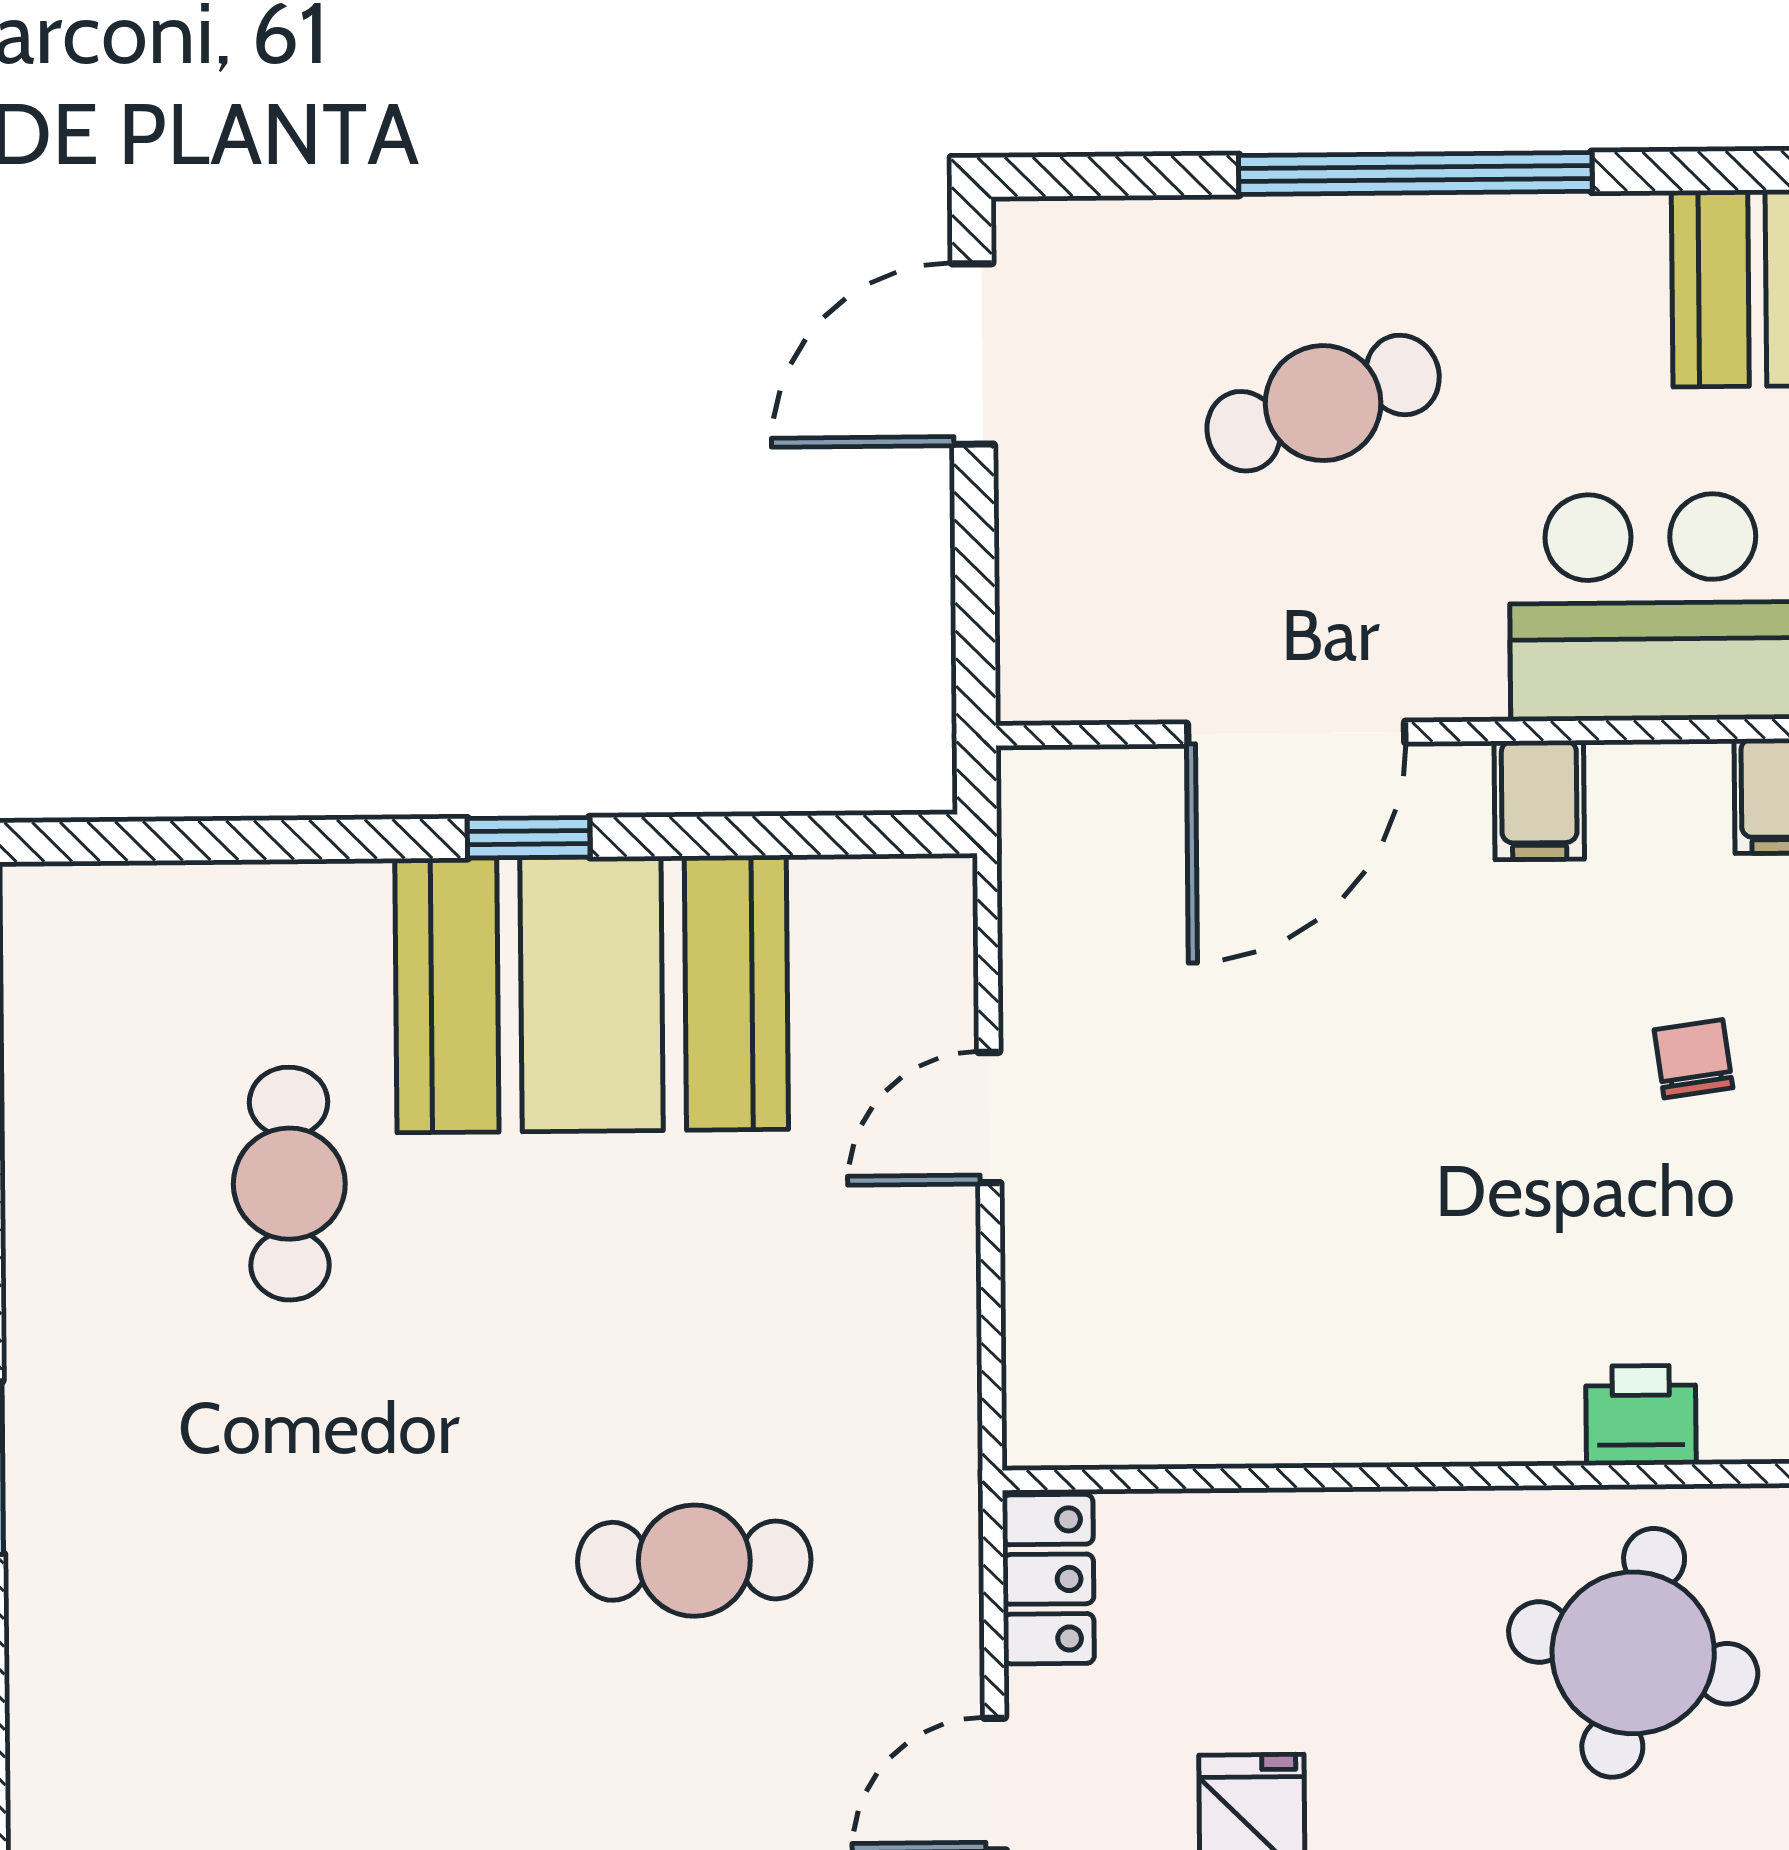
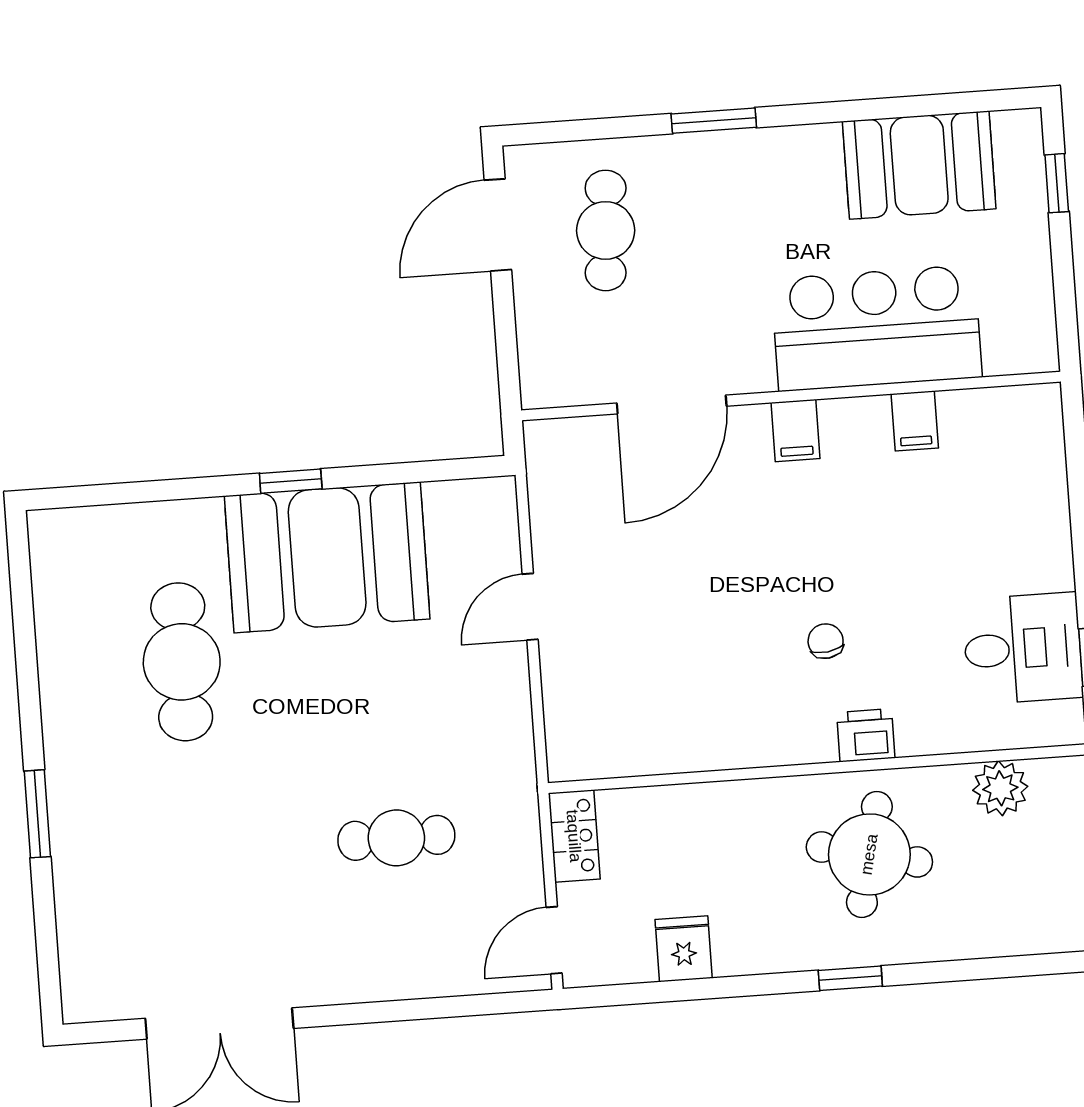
window: (1415, 173) -> (714, 121), width x0.47
cafe table: (1323, 403) -> (606, 230), moved, turned -67
chair: (1693, 1059) -> (826, 641), moved
cafe table: (289, 1184) -> (182, 662), width x1.37, depth x1.35

